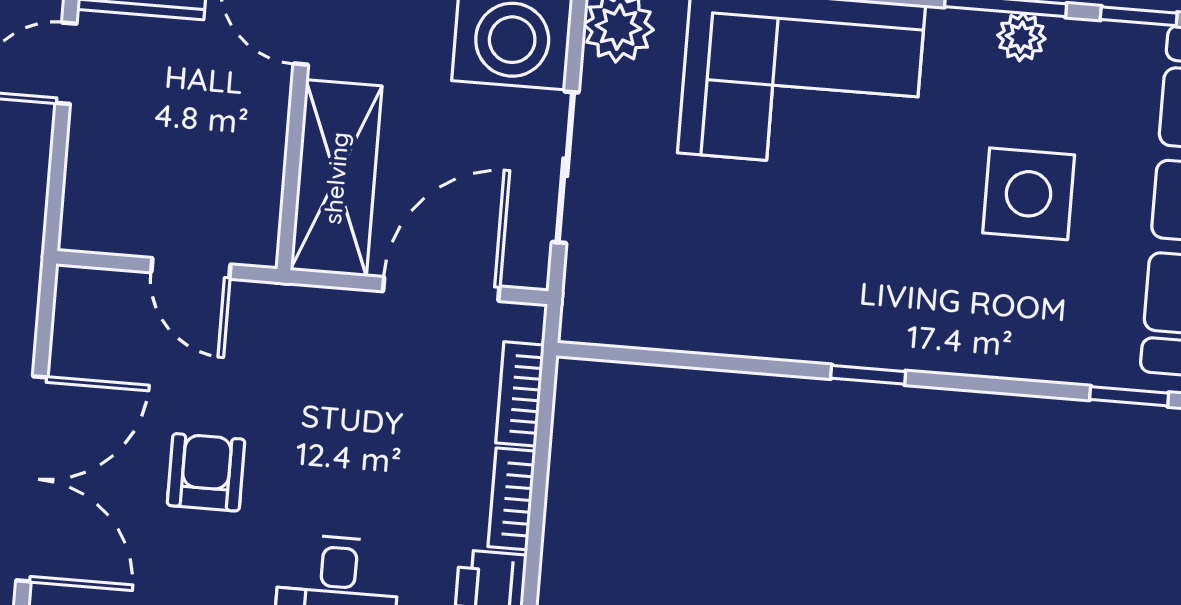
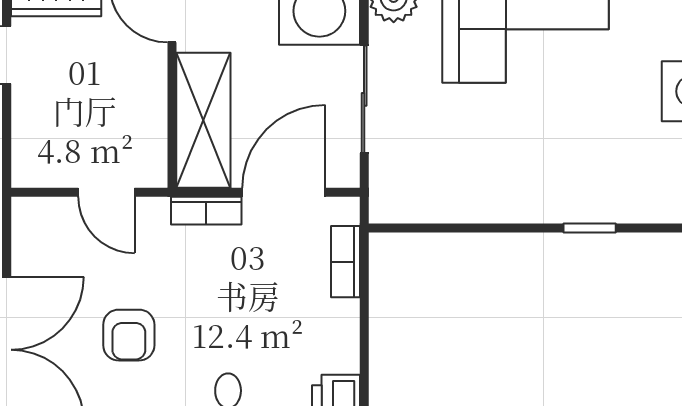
armchair: (206, 472) -> (129, 335), turned 180
bookcase: (512, 499) -> (206, 211), moved, turned -90

